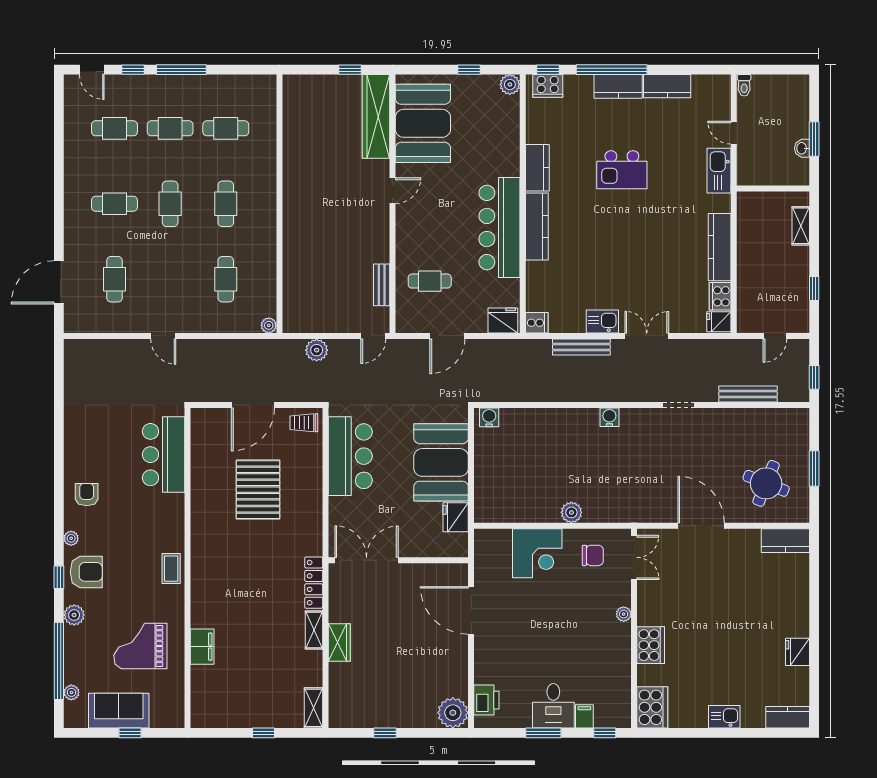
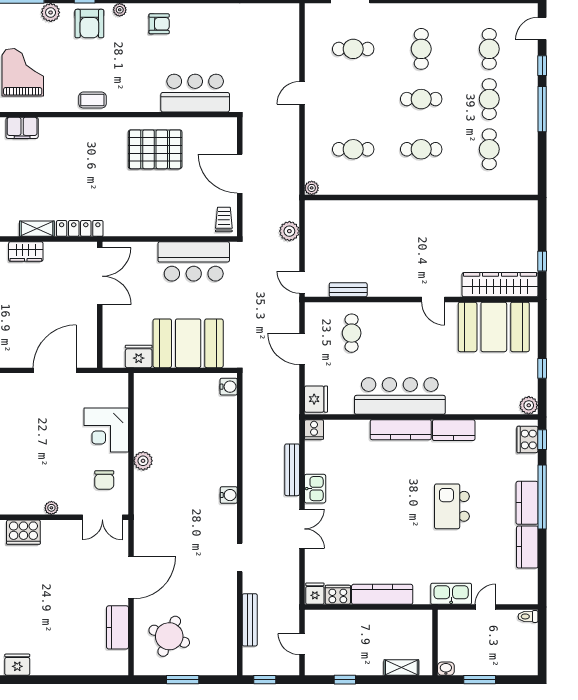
washbasin: (802, 148) -> (446, 669), moved
pallet: (258, 490) -> (155, 149), moved
kitchen counter: (785, 541) -> (118, 627), moved

